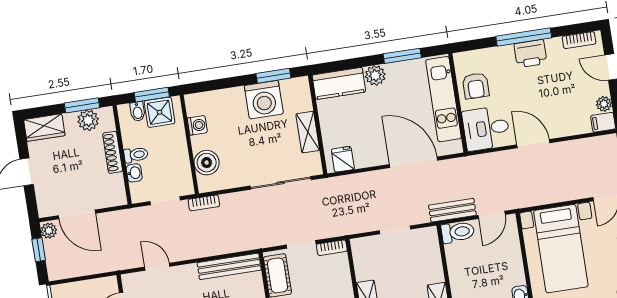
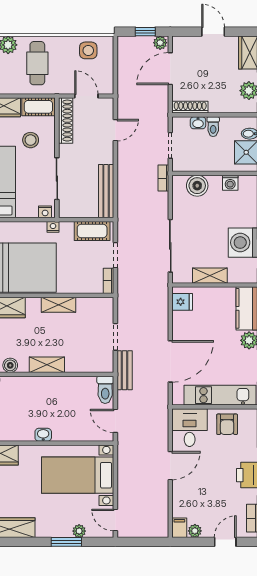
armchair: (476, 86) -> (227, 424), turned -90
shoe rack: (113, 152) -> (190, 107), moved
bench: (452, 210) -> (125, 370), moved

